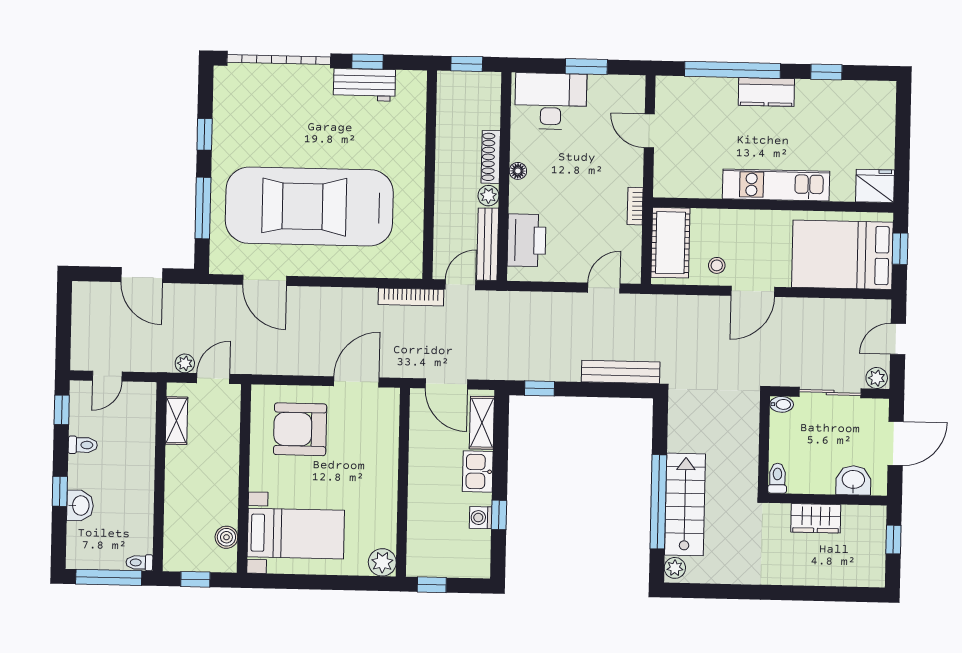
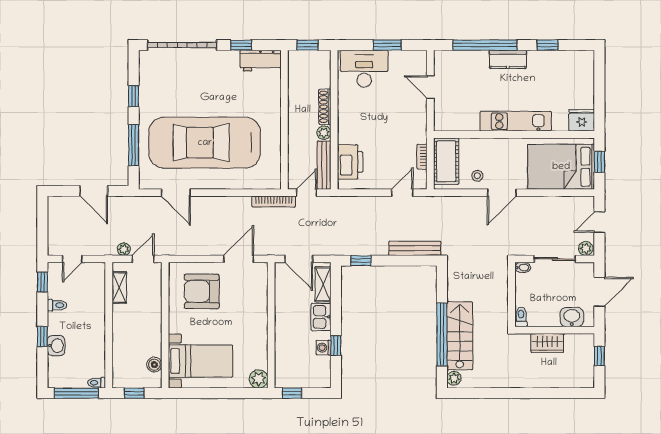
workbench: (364, 85) -> (261, 61), moved
floor lamp: (518, 171) -> (343, 116), removed
bookcase: (635, 206) -> (422, 157), moved

